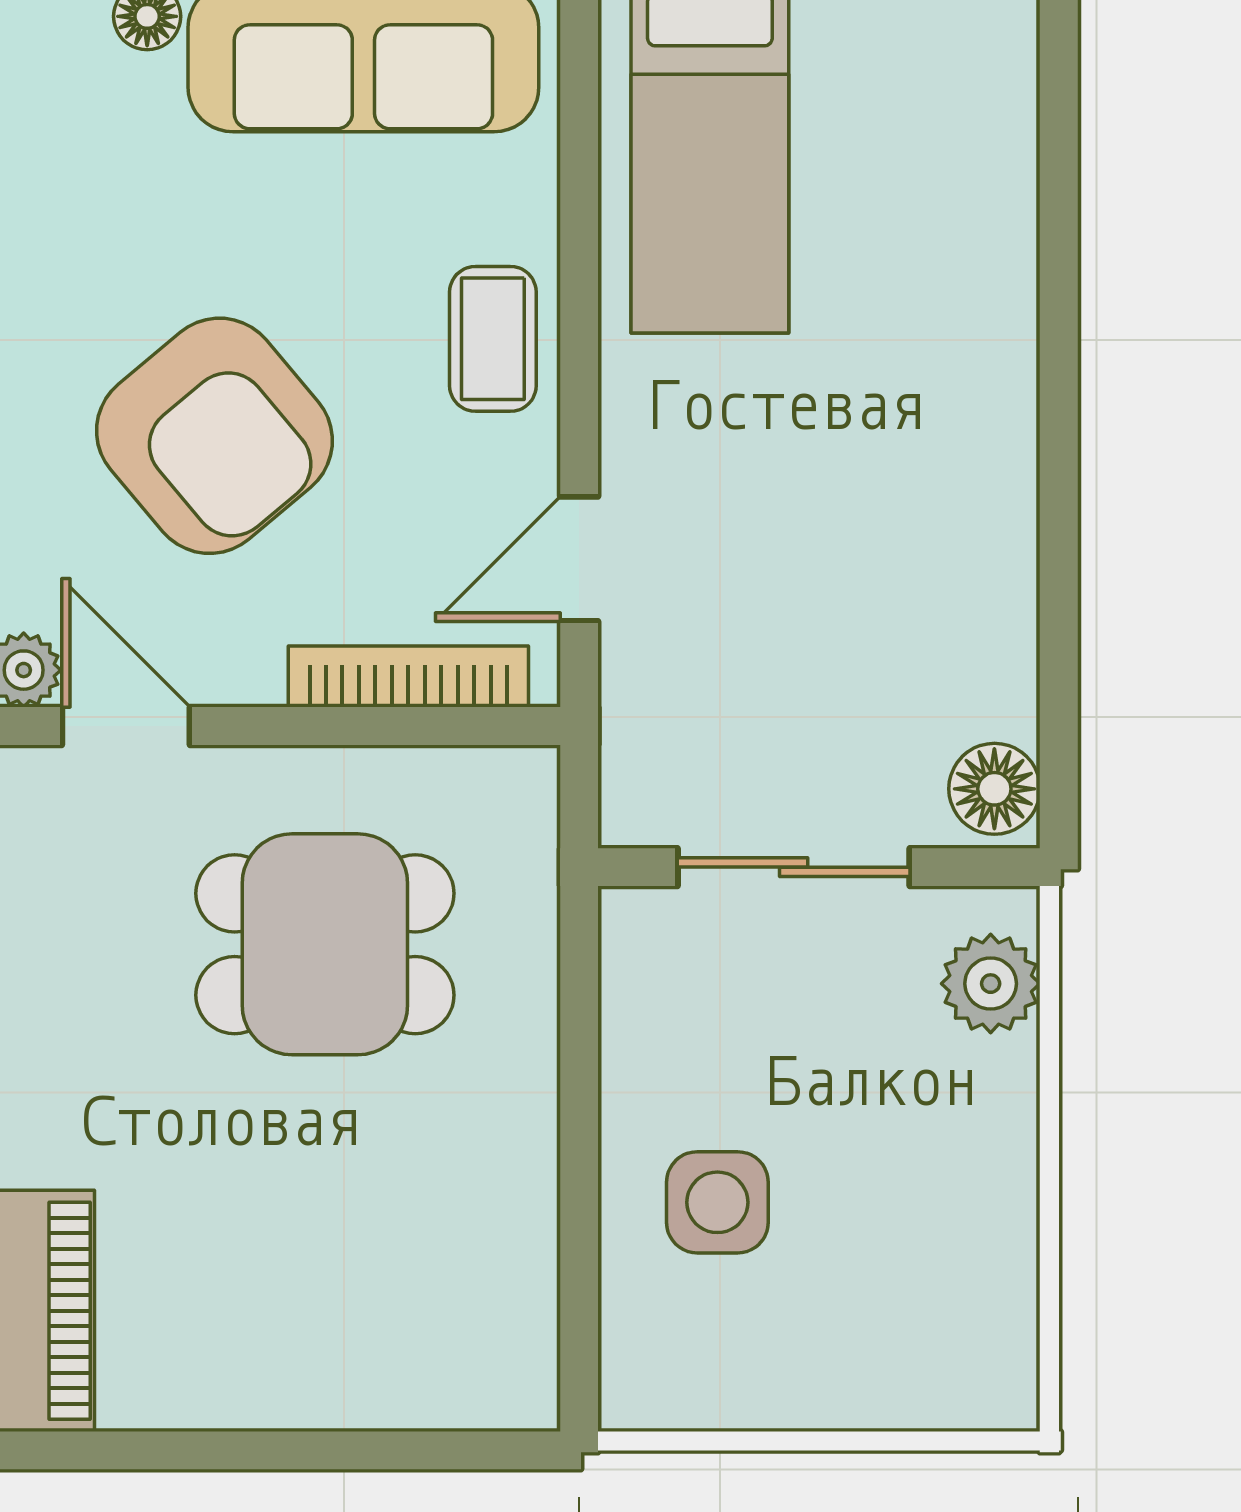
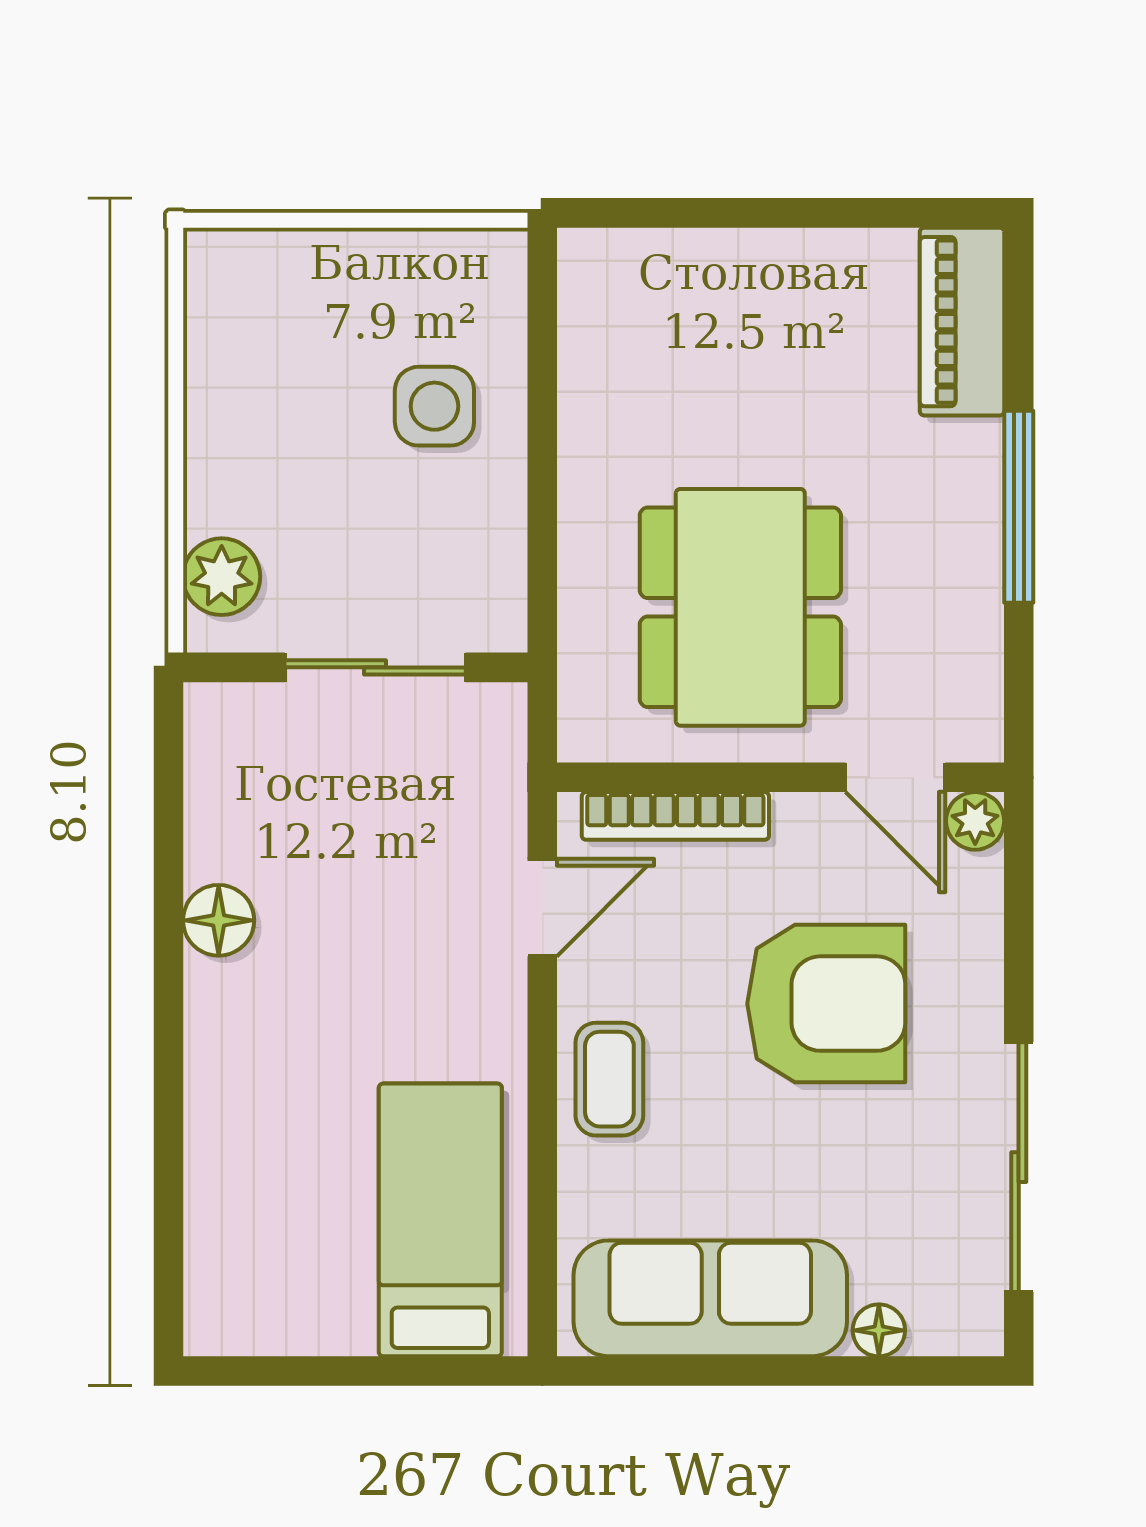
armchair: (214, 436) -> (826, 1004), turned 130
floor lamp: (994, 789) -> (219, 920), moved
dining table: (325, 944) -> (740, 607), width x1.37

